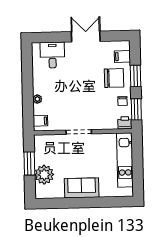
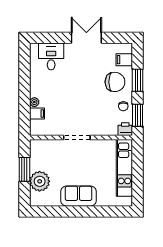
filing cabinet: (40, 121) -> (37, 114), moved

